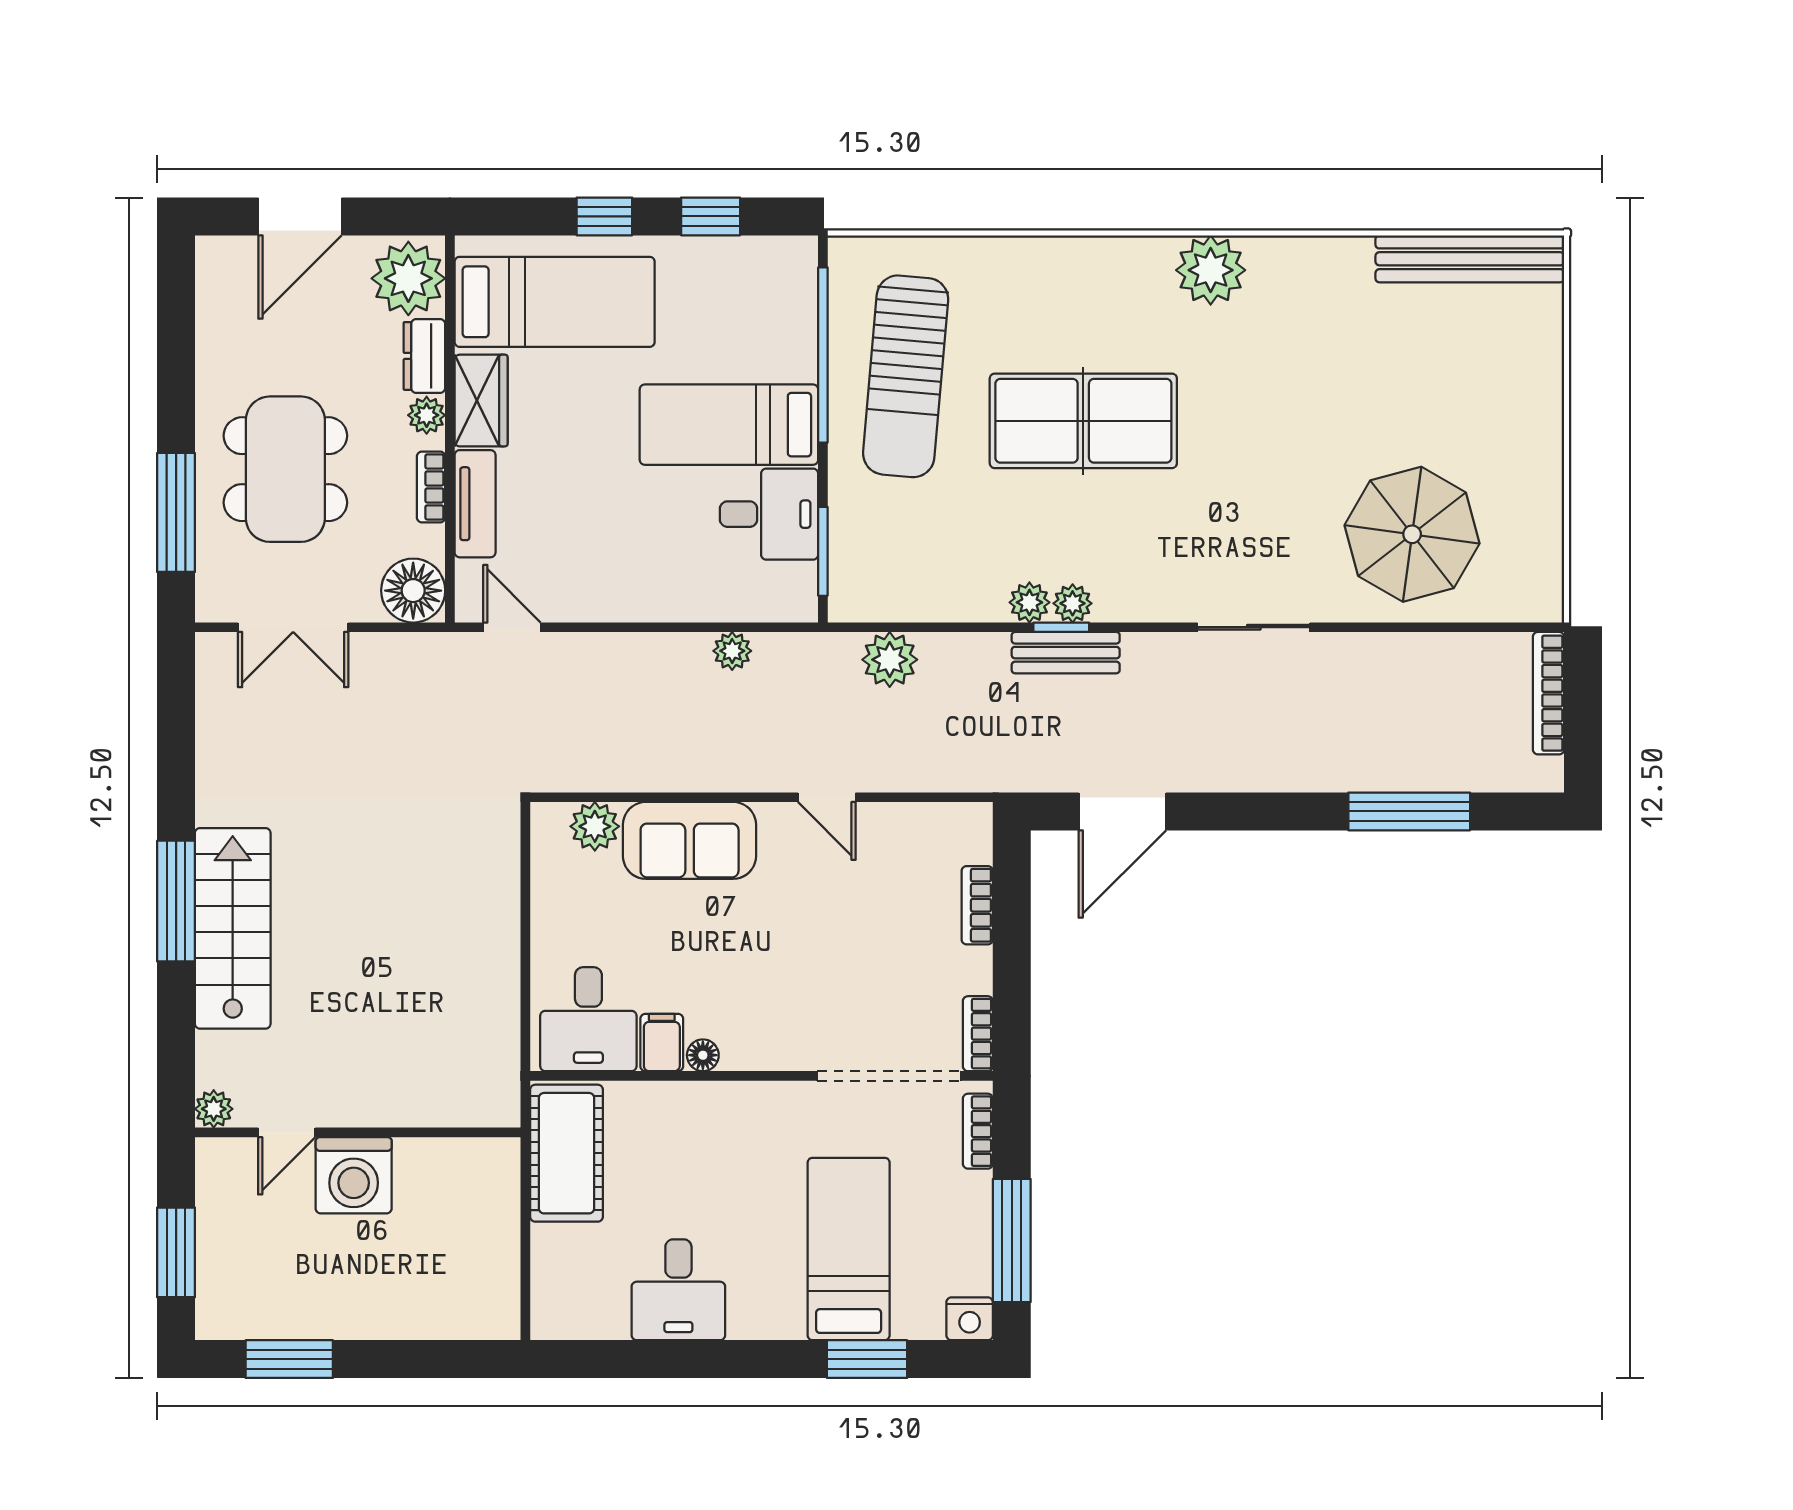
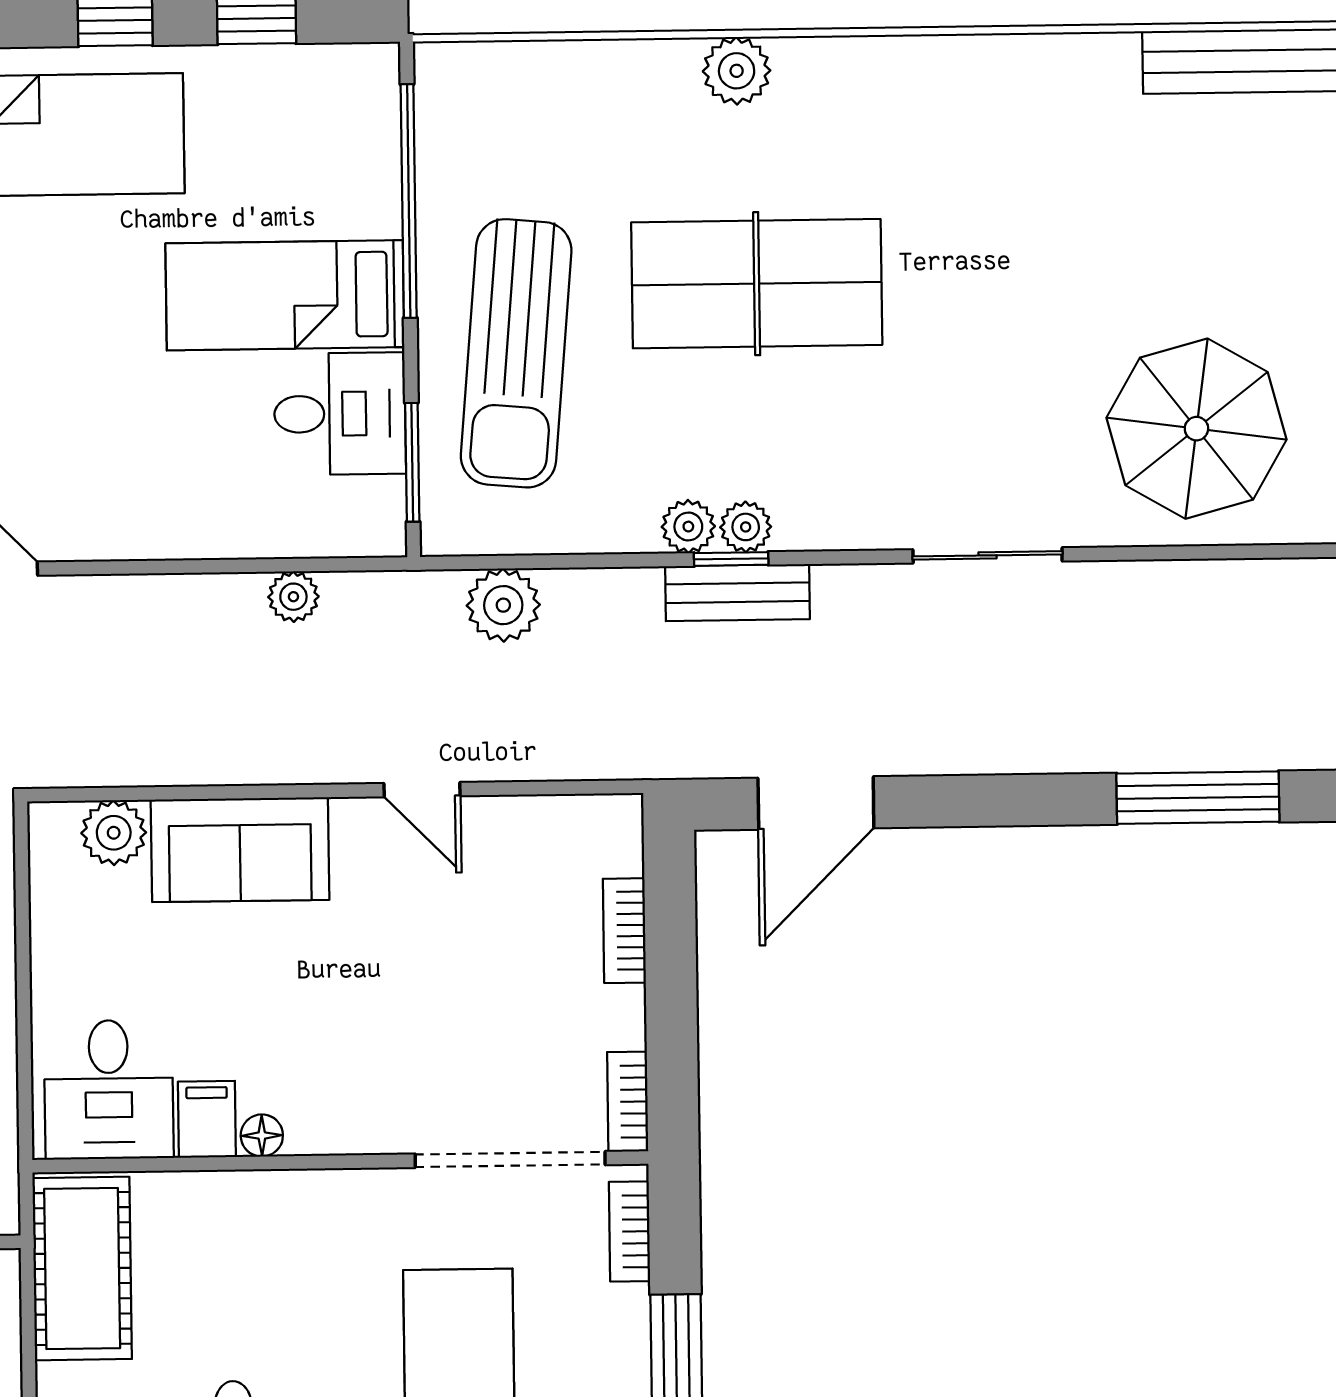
plant: (1211, 270) -> (737, 71), moved, width x0.73, depth x0.73
sun lounger: (906, 376) -> (516, 353), moved

